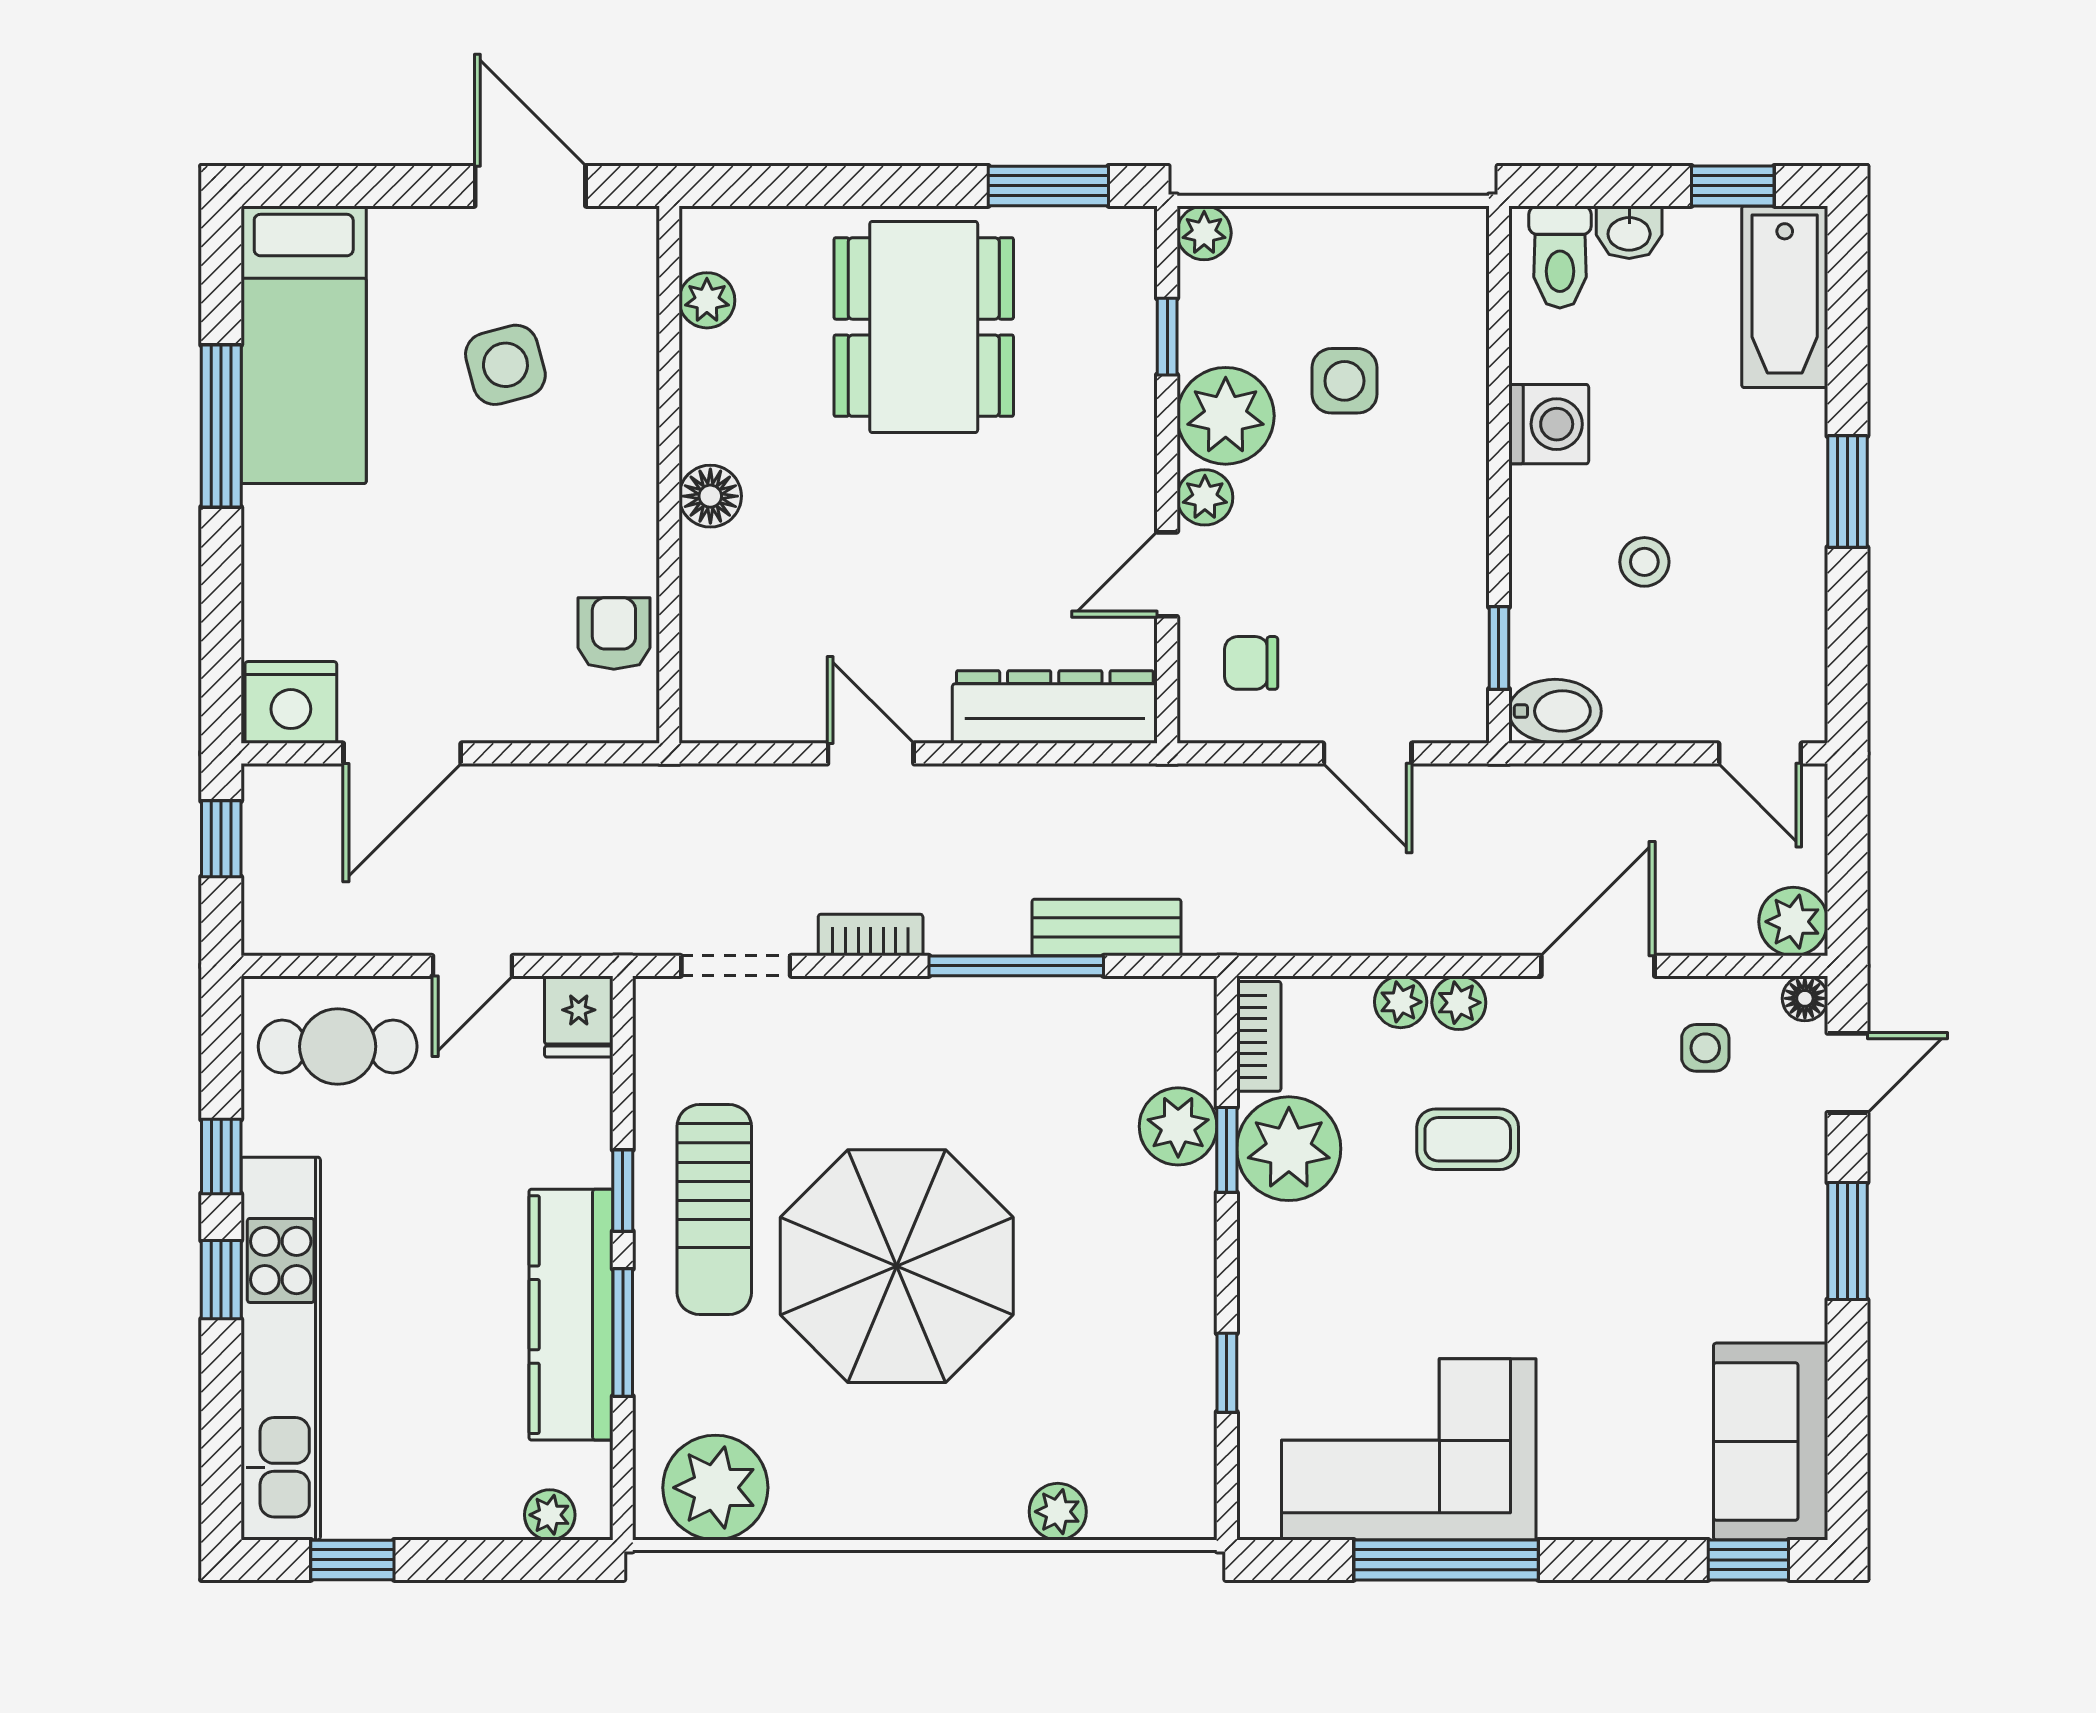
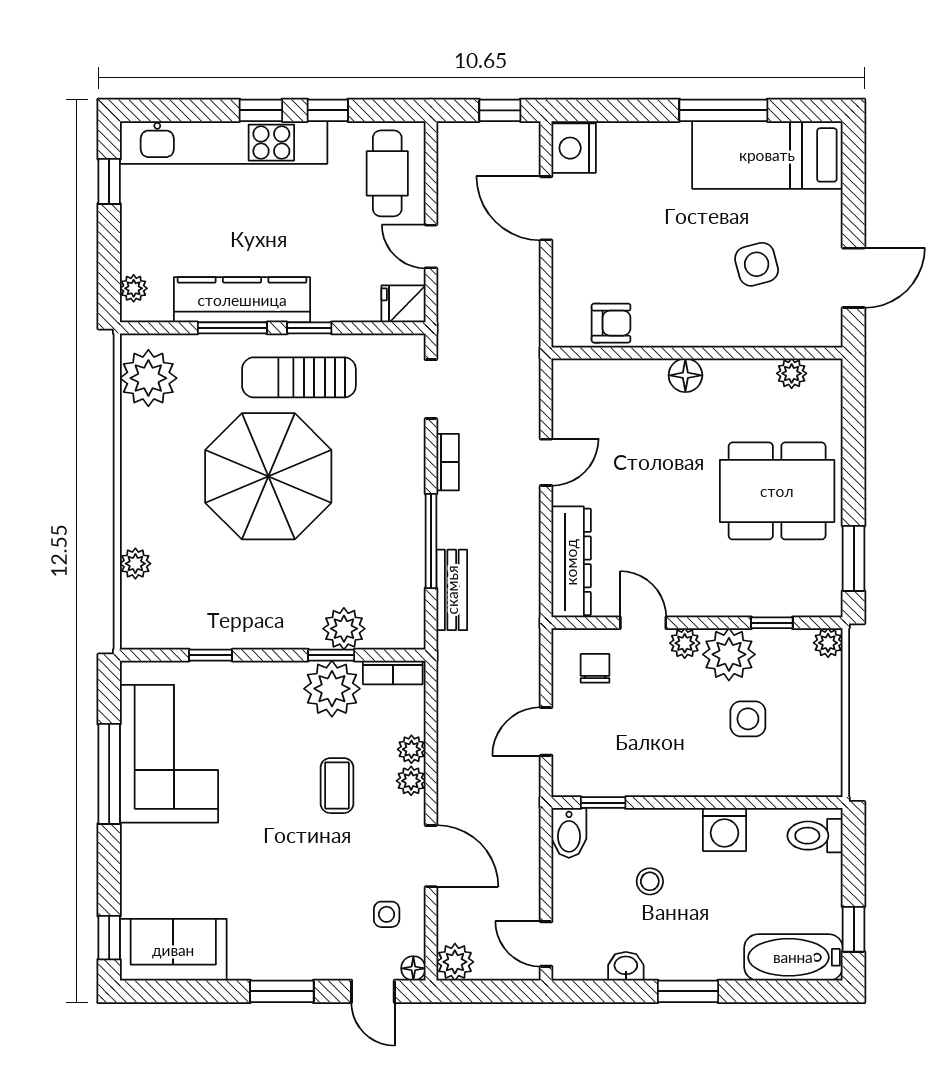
washbasin: (1629, 232) -> (626, 966), moved, turned 90
door: (1760, 753) -> (546, 944), hinge flipped

